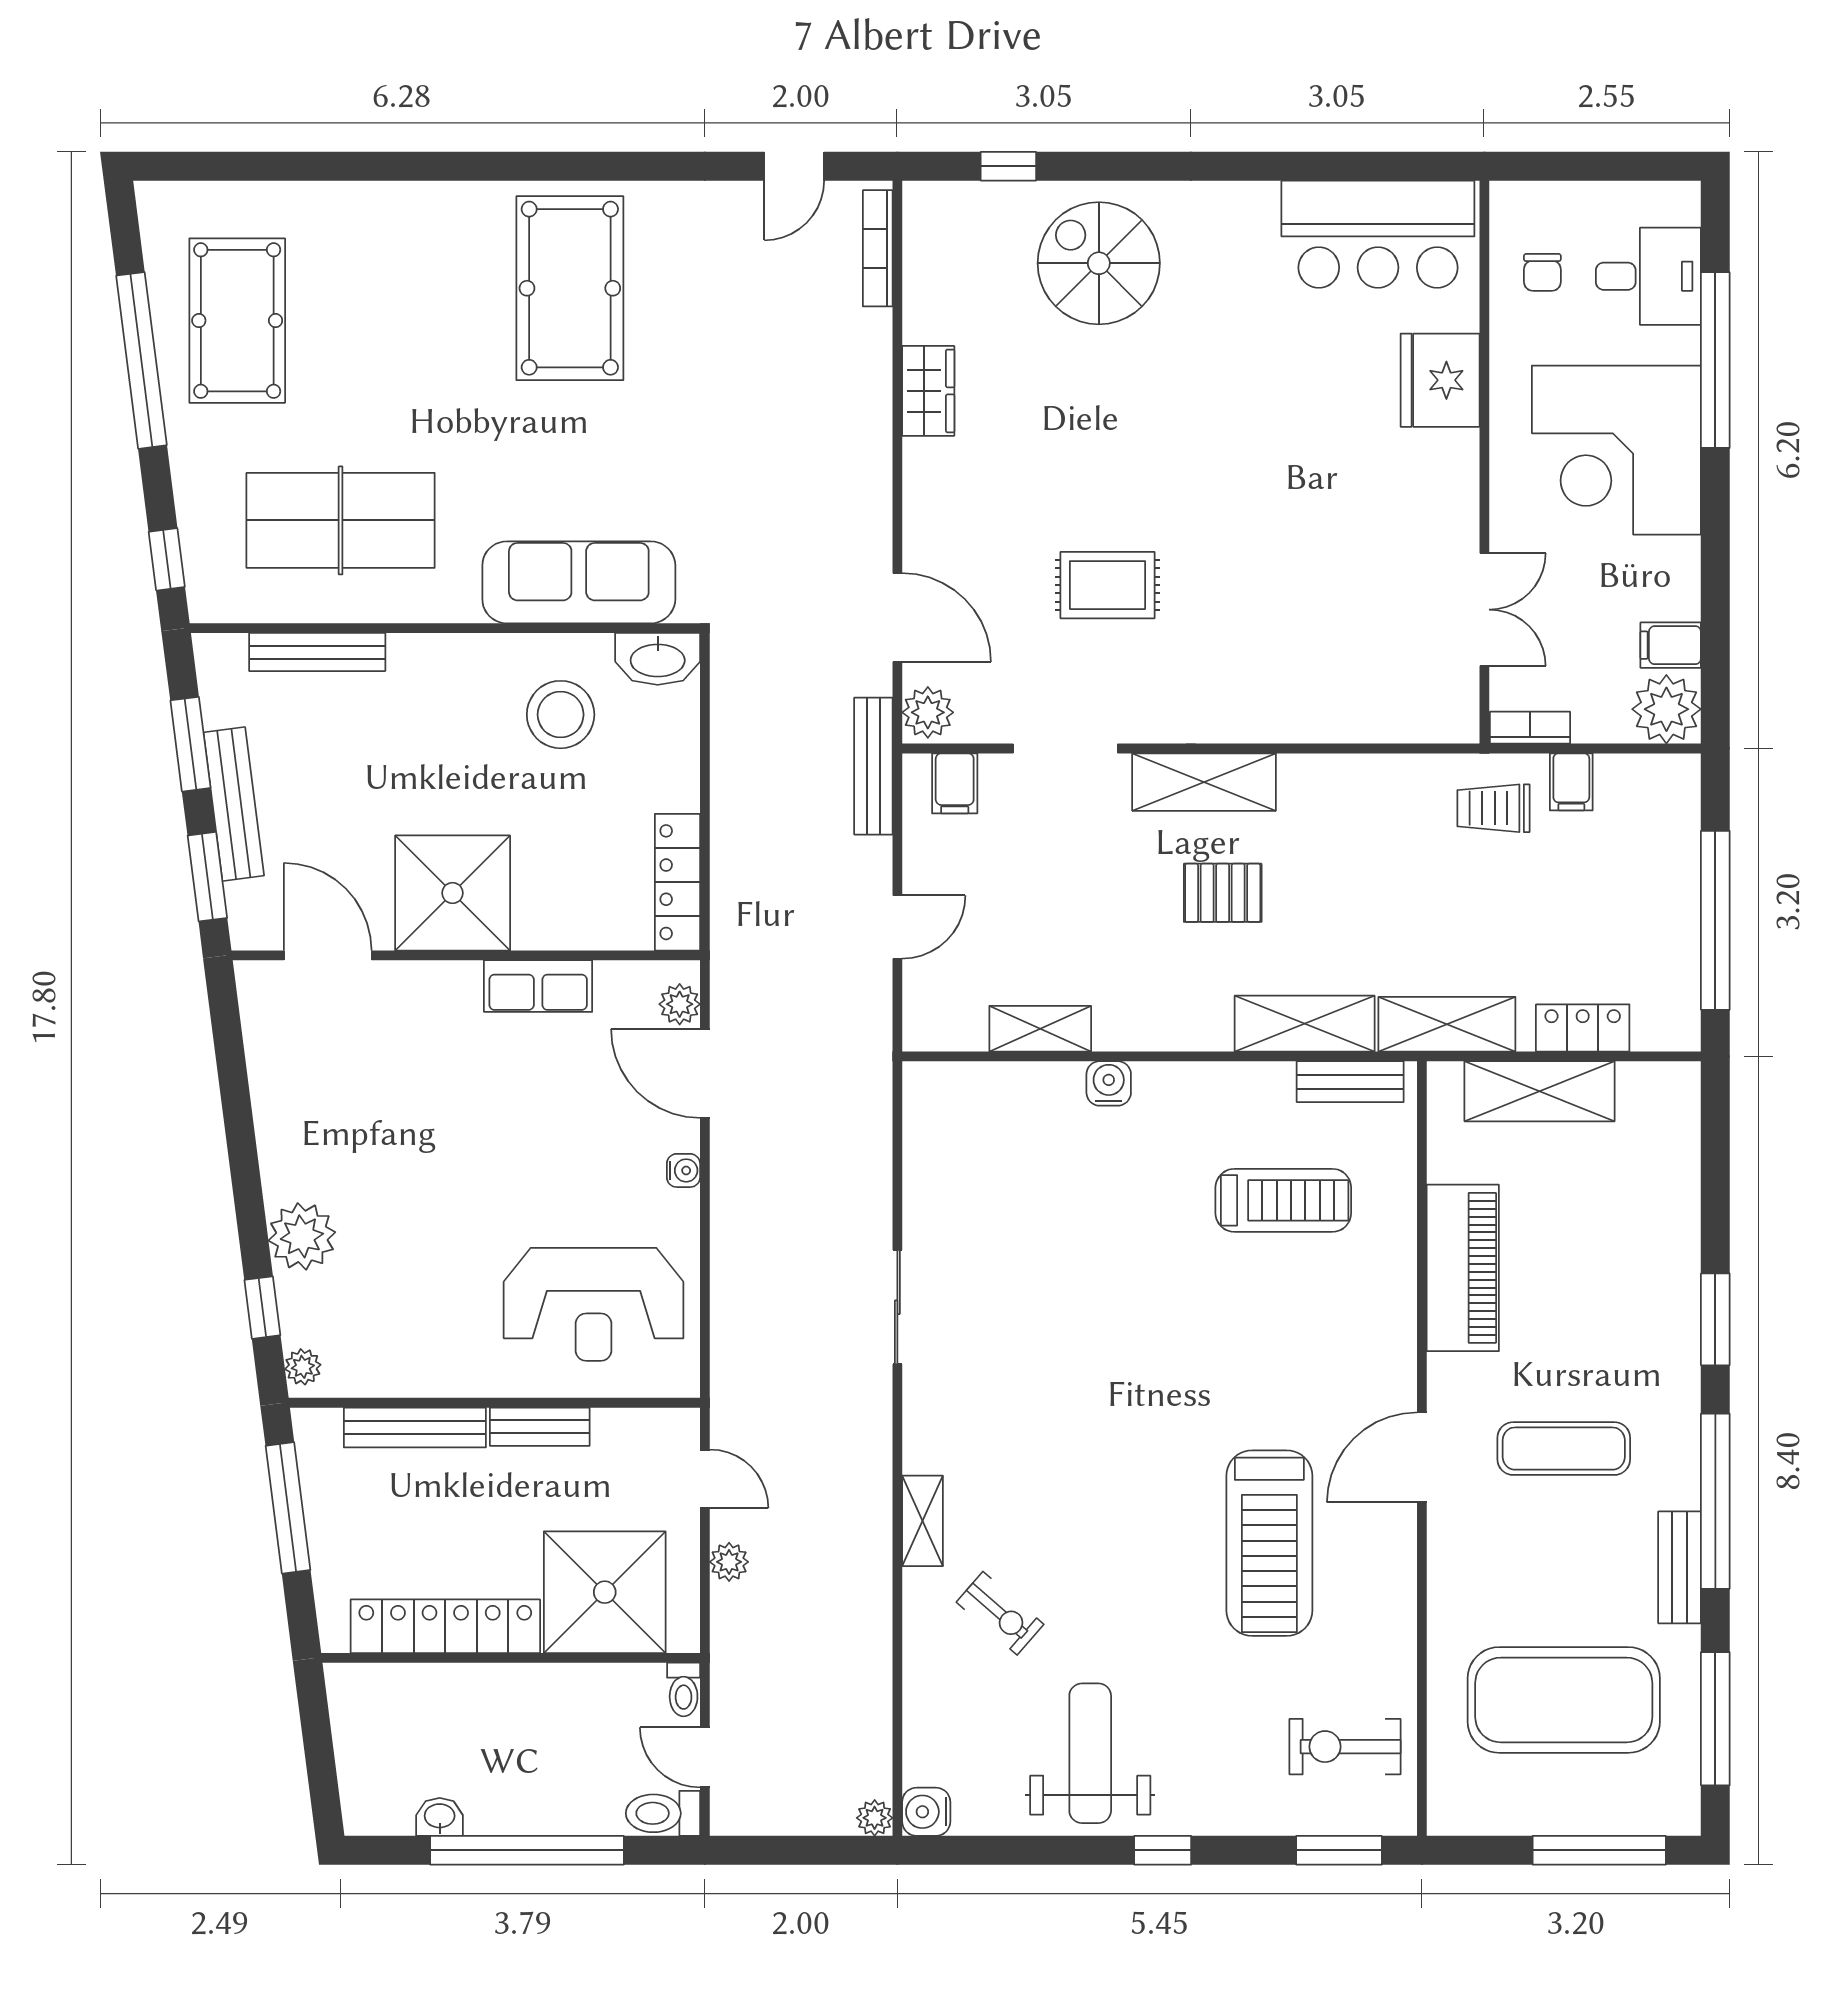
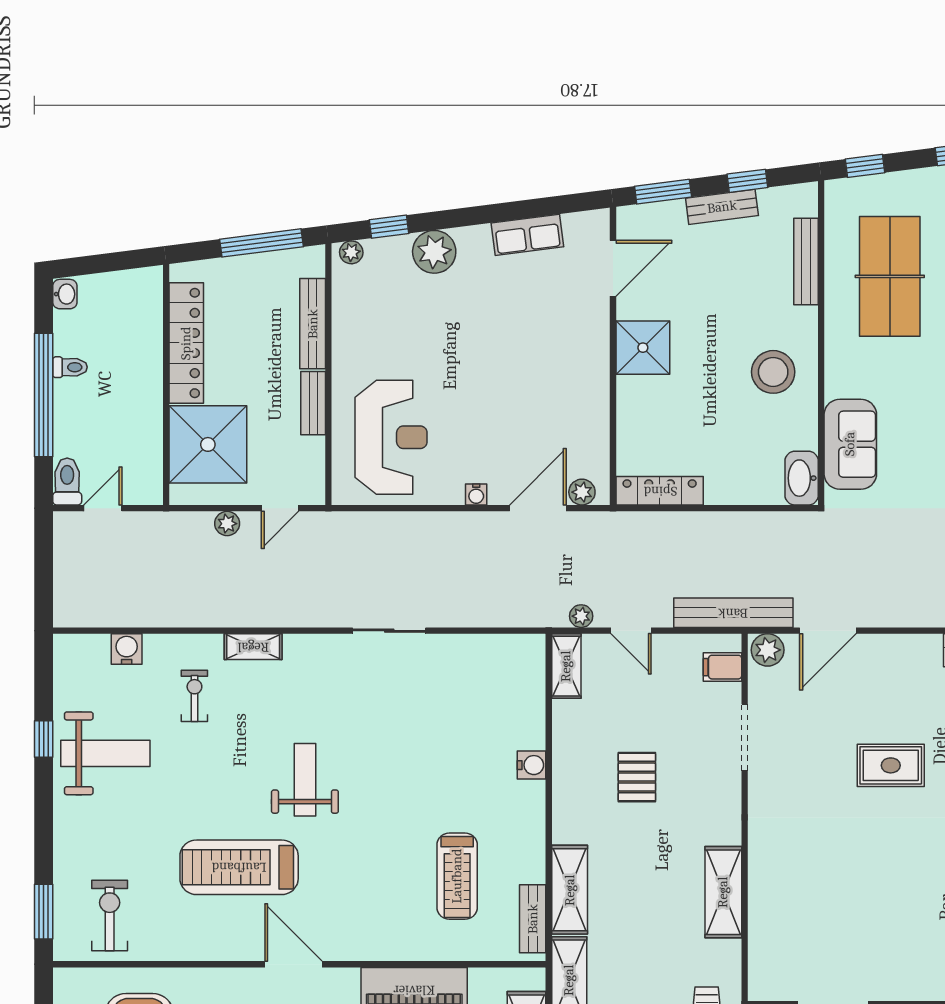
sofa: (579, 582) -> (850, 444), width x0.73
rug: (1108, 585) -> (891, 765), moved, turned 90
stool: (561, 715) -> (773, 372), moved
window: (190, 744) -> (747, 181), width x0.67
bench: (873, 766) -> (733, 613), width x1.37, depth x1.21
shelving: (1204, 782) -> (723, 892), moved
bench: (234, 804) -> (722, 207), width x0.73
shower: (453, 893) -> (643, 348), width x0.73, depth x0.73
pallet: (1223, 893) -> (637, 777), moved
row of seats: (538, 986) -> (527, 235), moved, turned -97
shelving: (1040, 1029) -> (566, 666), moved
reception desk: (594, 1304) -> (391, 437), turned 180
weight bench: (1132, 1440) -> (305, 780), added
exercise bike: (1000, 1613) -> (194, 696), turned 139
toilet: (684, 1690) -> (70, 367), moved, turned 180
water cooler: (926, 1812) -> (127, 649), moved
washbasin: (440, 1817) -> (65, 294), moved
plant: (875, 1818) -> (581, 616), moved
window: (1163, 1850) -> (44, 739), moved

